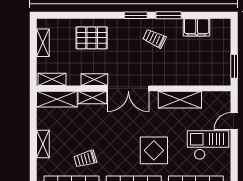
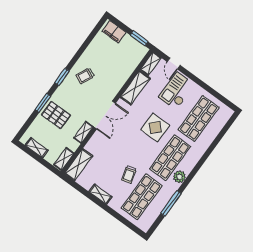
window: (169, 15) -> (43, 103), moved
filing cabinet: (197, 27) -> (114, 32), moved, turned 90
pallet: (92, 38) -> (56, 115), turned 90
shelving: (92, 97) -> (151, 64), moved

